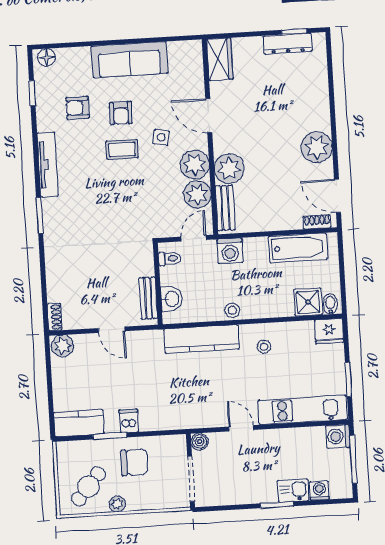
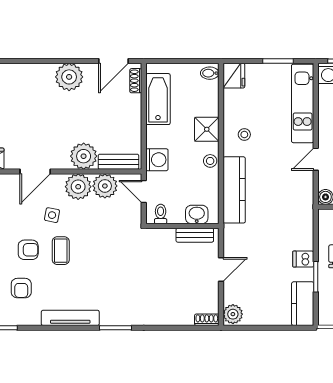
shower: (308, 302) -> (207, 129), moved

